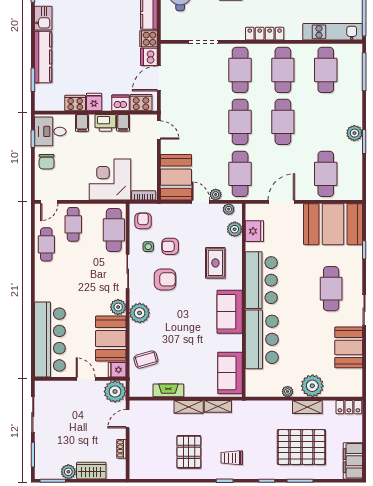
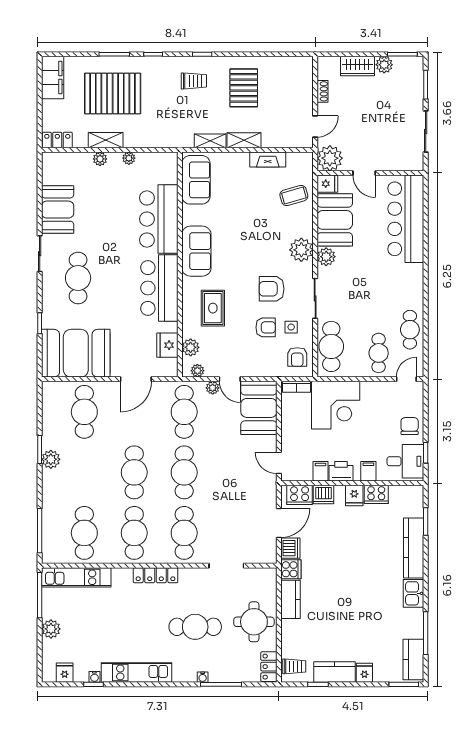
plant: (312, 386) -> (100, 159), width x0.53, depth x0.53

